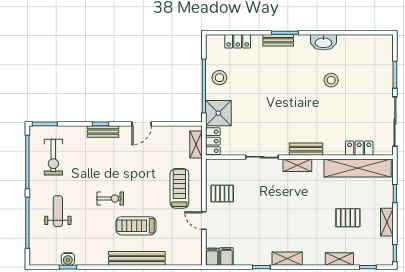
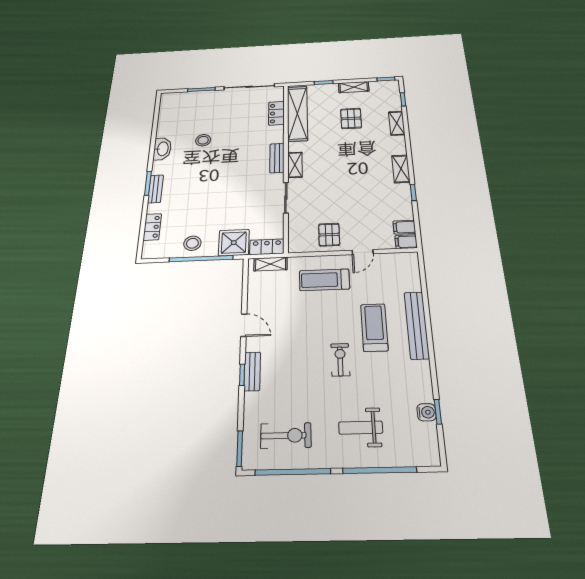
treadmill: (136, 226) -> (374, 327), turned 180

